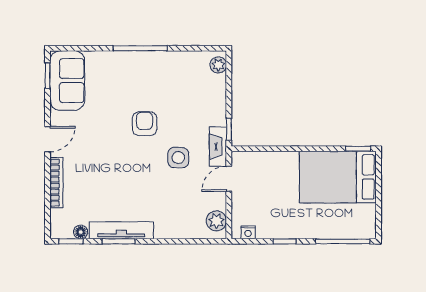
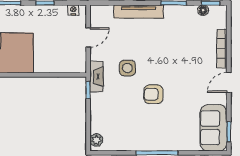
armchair: (145, 124) -> (154, 94), turned 90
door: (229, 179) -> (88, 37), moved
plant: (216, 221) -> (98, 19), removed
tv unit: (121, 230) -> (139, 12), moved

